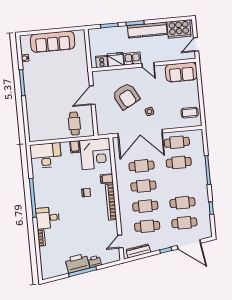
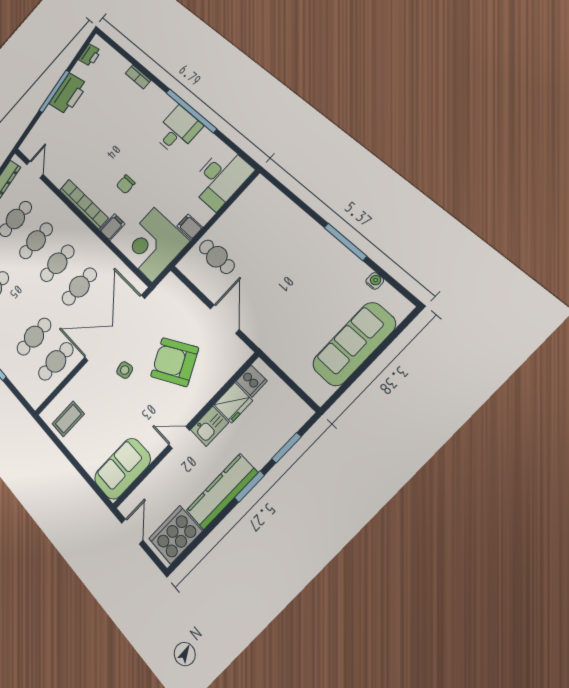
desk: (48, 218) -> (178, 130), moved
printer: (95, 261) -> (90, 55), moved

